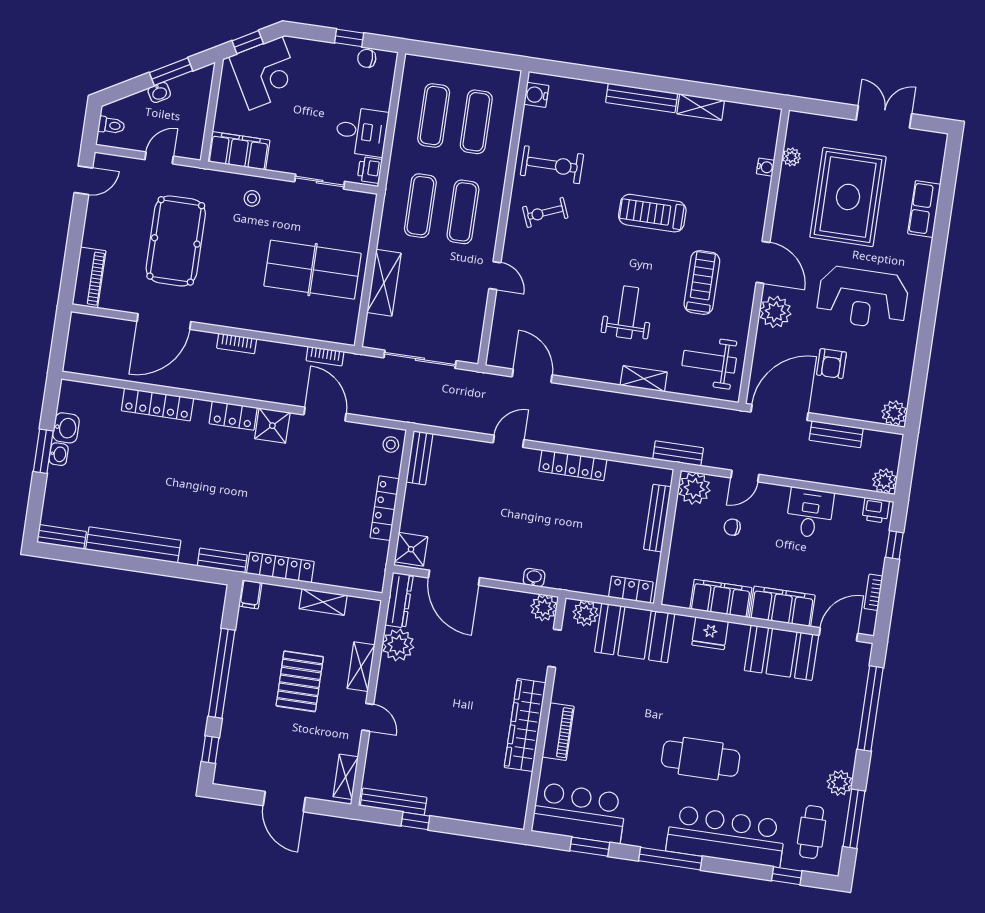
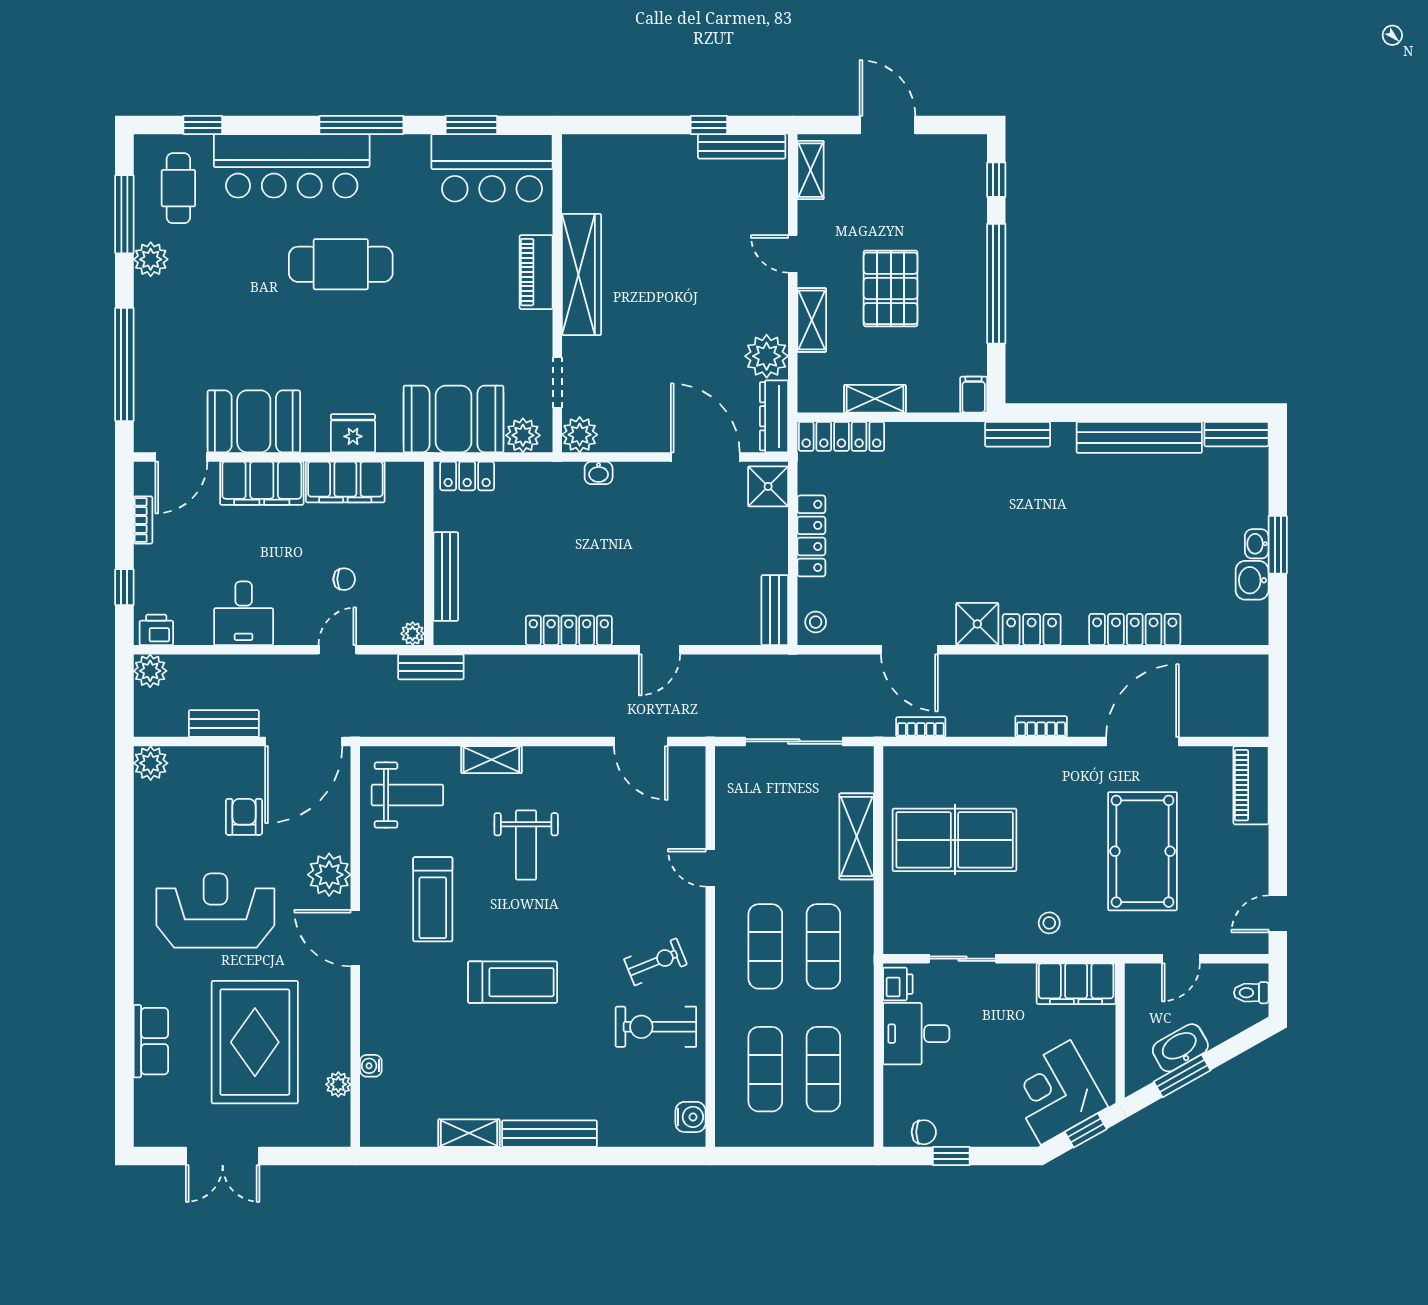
washbasin: (159, 92) -> (1180, 1048), width x1.91, depth x1.45
plant: (694, 488) -> (413, 634), width x0.53, depth x0.53
locker: (280, 567) -> (841, 436), moved

